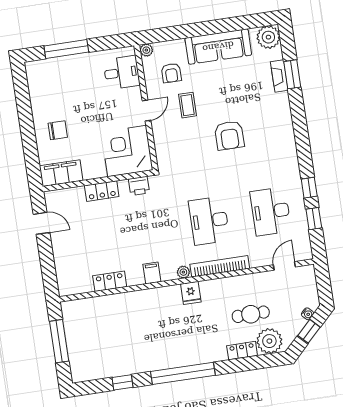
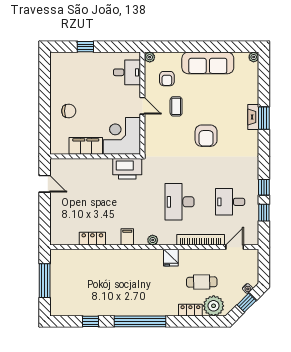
plant: (268, 37) -> (254, 57), width x0.53, depth x0.53
window: (66, 49) -> (85, 47), width x0.46
window: (292, 74) -> (264, 118), moved
fireplace: (279, 76) -> (253, 117), moved
door: (146, 110) -> (142, 106), hinge flipped
filing cabinet: (61, 173) -> (86, 146), moved
printer: (139, 186) -> (127, 169), width x1.87, depth x1.48
locker: (102, 191) -> (97, 165), removed
desk: (271, 211) -> (230, 202), width x0.73
bookcase: (220, 266) -> (201, 240), moved
fridge: (191, 293) -> (171, 258), moved

